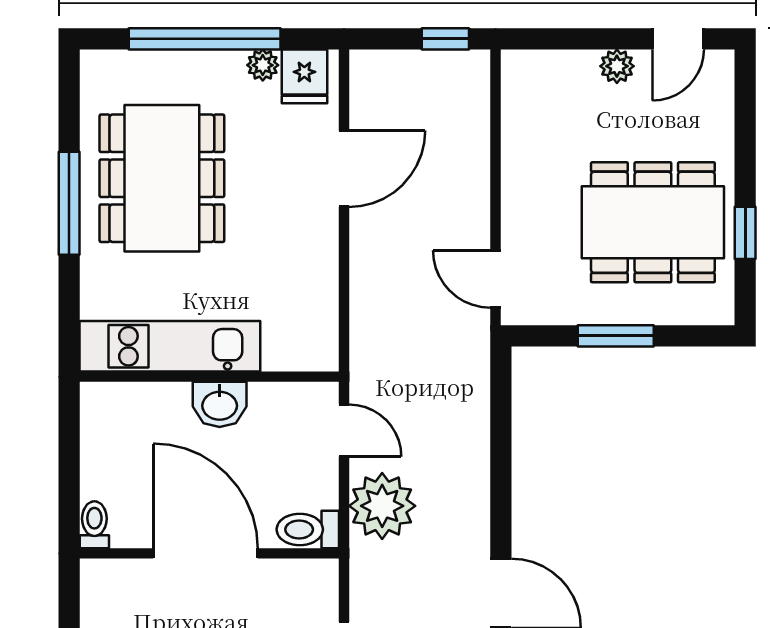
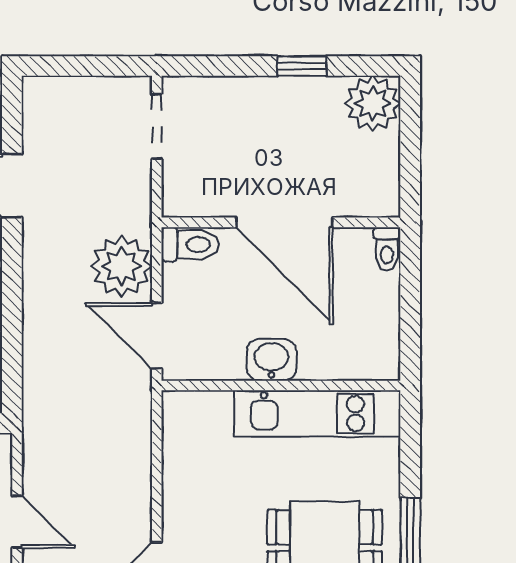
door: (495, 279) -> (17, 522), moved
door: (344, 430) -> (157, 336), width x1.38

